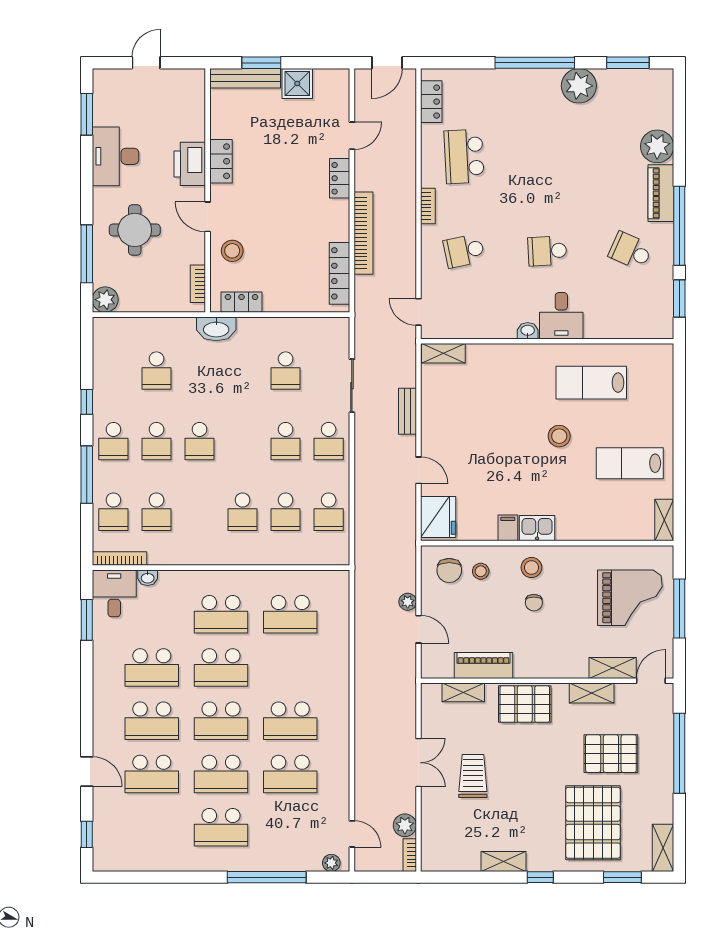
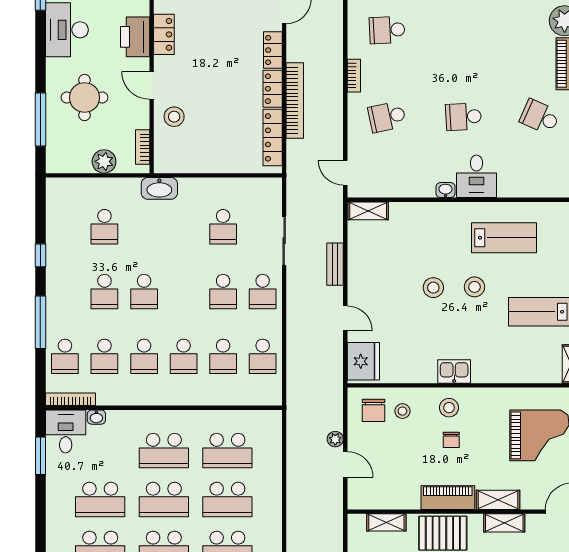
school desk: (464, 156) -> (387, 30), width x0.54
plant: (105, 300) -> (104, 161), moved
locker: (242, 302) -> (273, 89), moved, turned -90
lab bench: (591, 383) -> (504, 238), turned 180
stool: (514, 437) -> (433, 288), added
school desk: (113, 441) -> (144, 356), moved
filing cabinet: (508, 528) -> (427, 371), removed
piano: (483, 665) -> (448, 498), moved
school desk: (290, 667) -> (227, 499), added
shelving: (613, 668) -> (498, 500), moved

